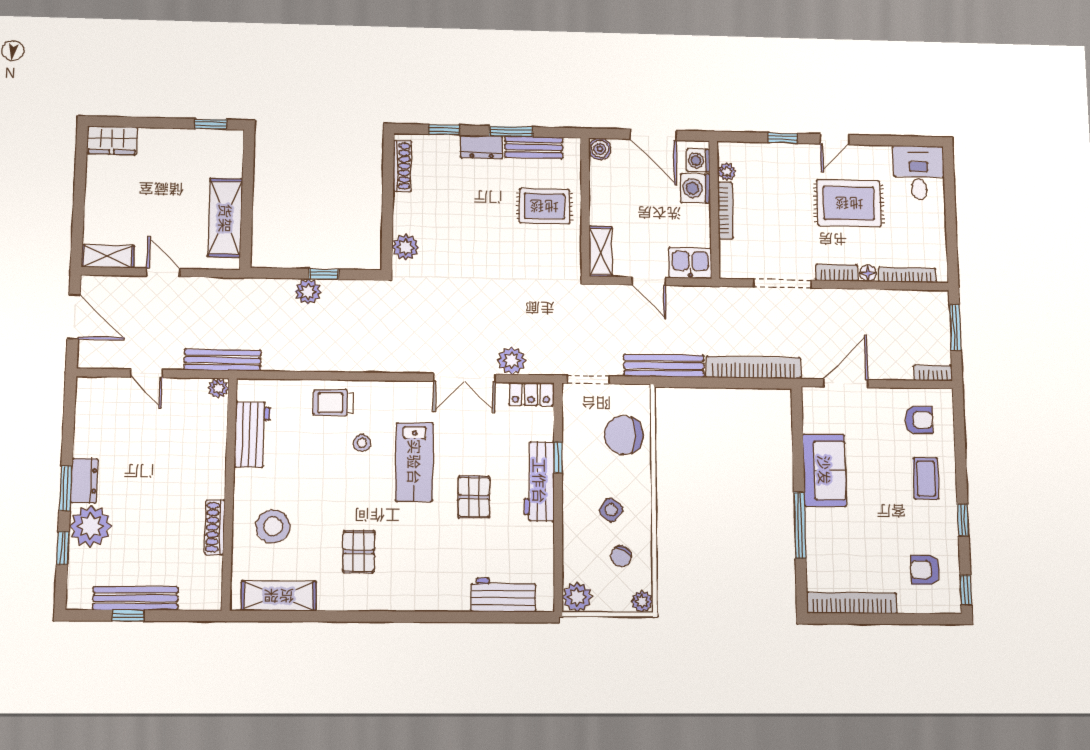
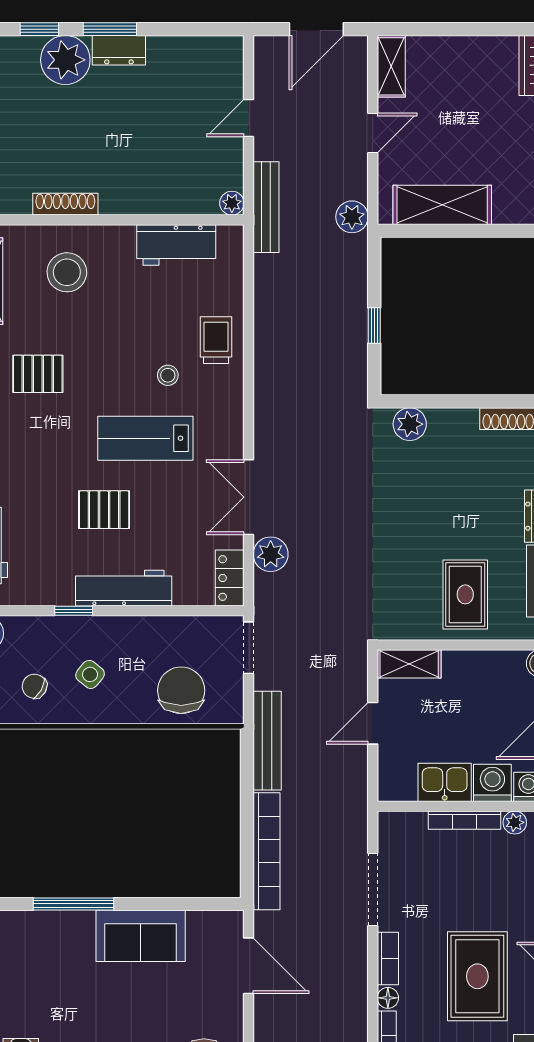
kitchen sink: (690, 263) -> (445, 782), moved, turned -90
plant: (308, 292) -> (352, 217), moved
window: (558, 457) -> (74, 611), moved

